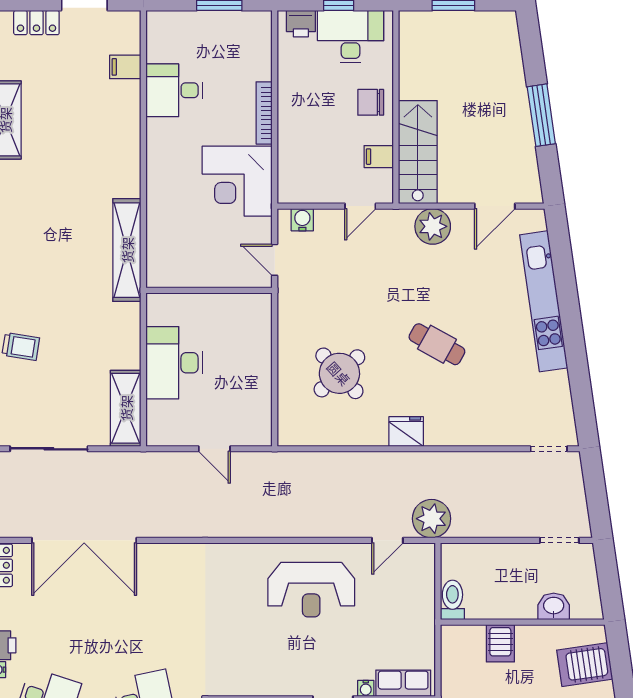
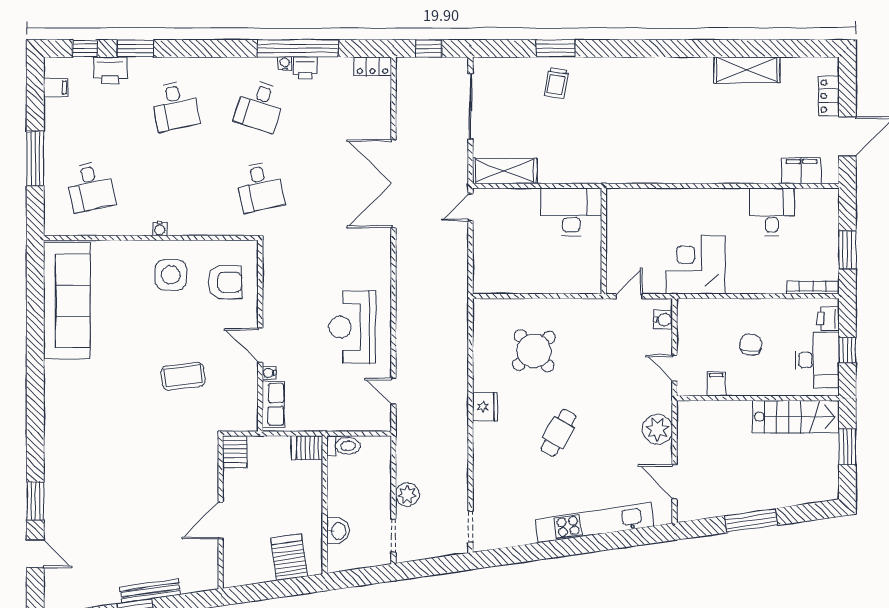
filing cabinet: (125, 67) -> (801, 171), width x2.00
chair: (371, 102) -> (751, 344), moved
bookcase: (264, 113) -> (813, 287), moved
stairs: (418, 152) -> (796, 417), moved
shelving: (127, 250) -> (638, 172), removed
desk: (174, 363) -> (571, 212), moved
door: (214, 449) -> (470, 207), moved
plant: (432, 519) -> (407, 494), moved, width x0.73, depth x0.73
double door: (84, 540) -> (393, 184), moved
server rack: (500, 643) -> (307, 448), moved

